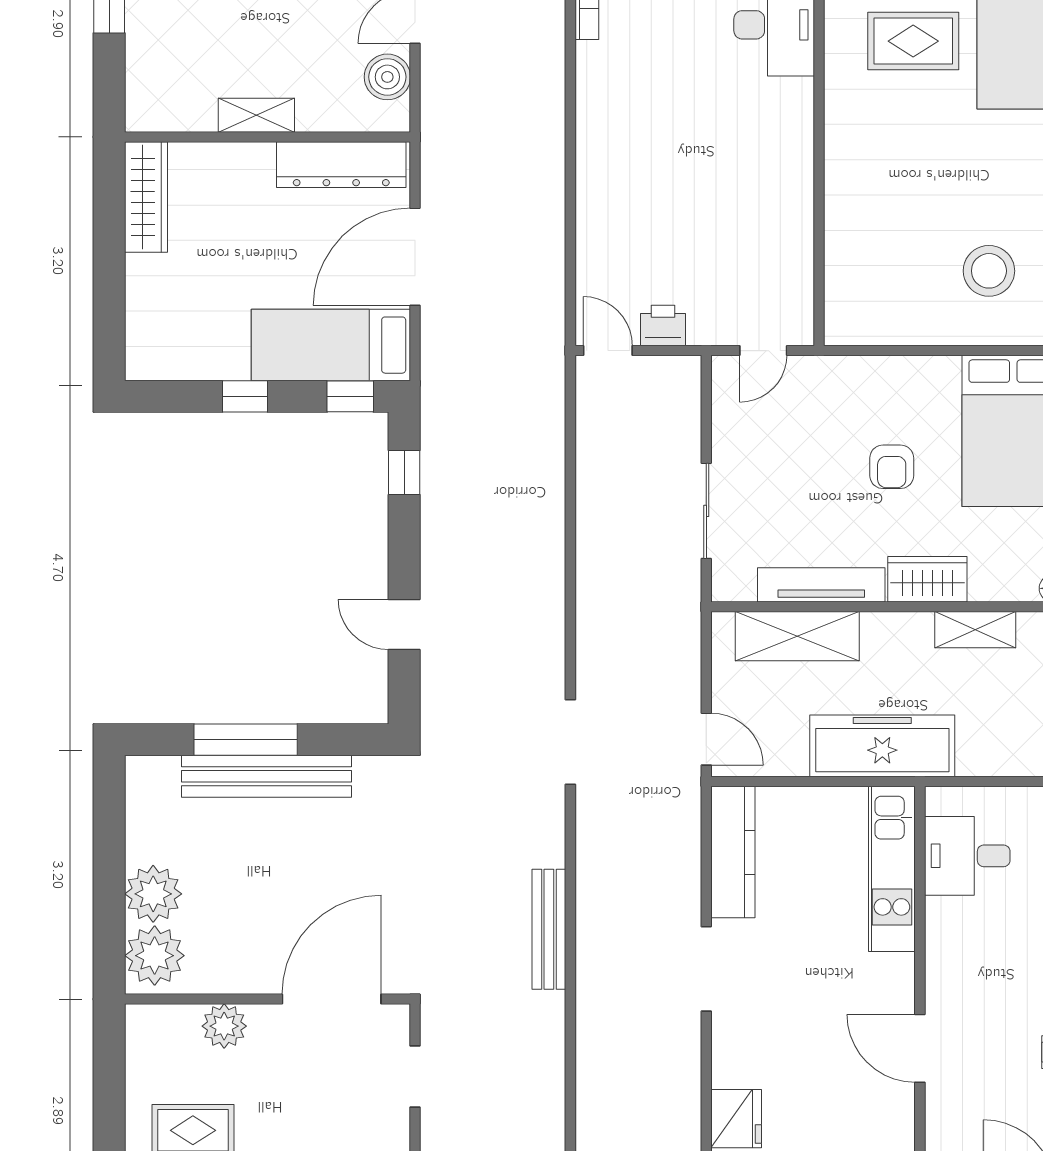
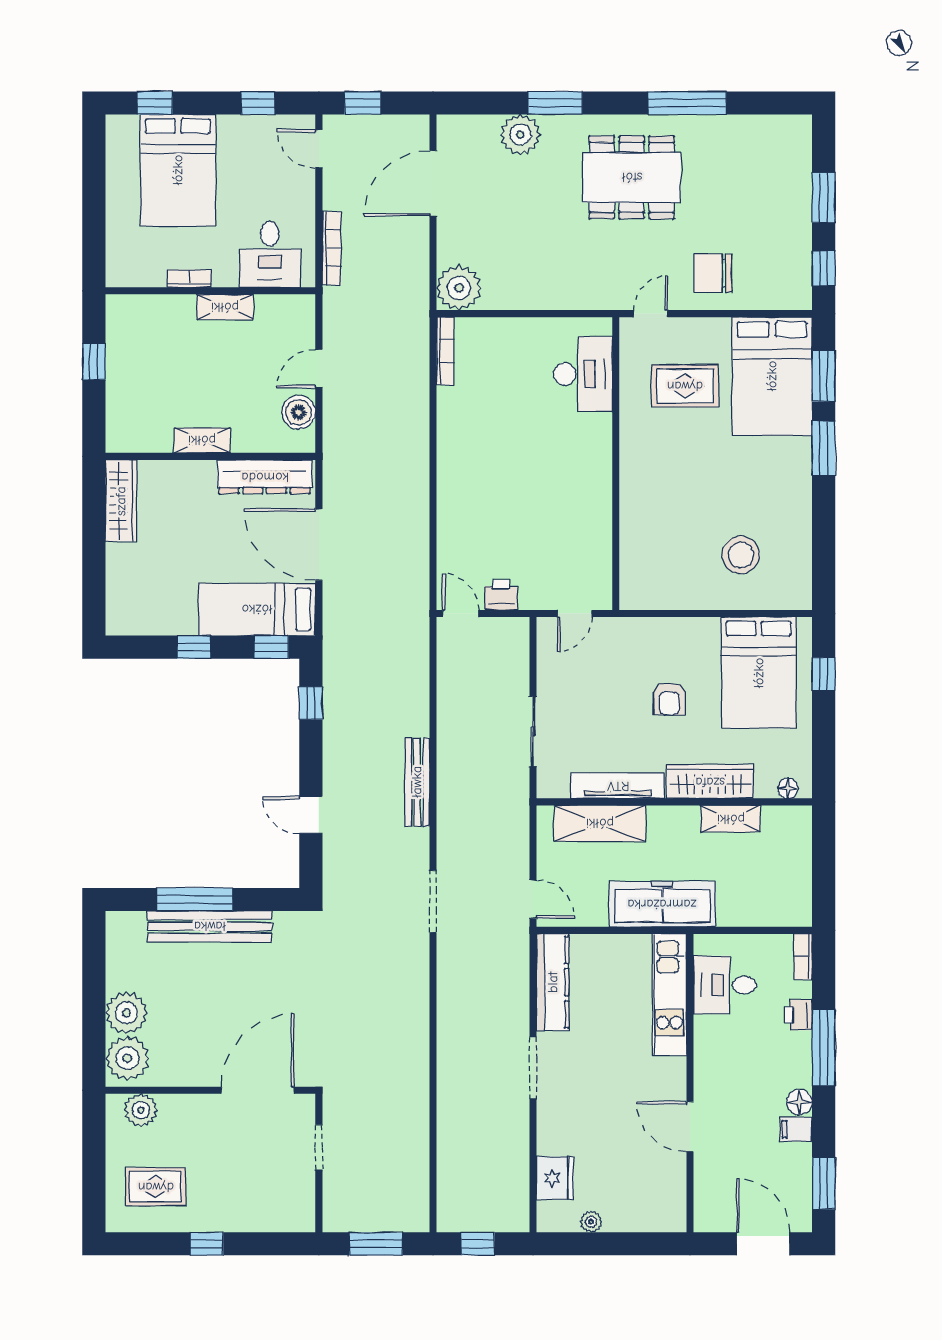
door: (415, 257) -> (319, 545), hinge flipped
wardrobe: (927, 579) -> (710, 782), width x1.50
bench: (549, 929) -> (417, 782), moved
plant: (224, 1026) -> (141, 1110), moved

